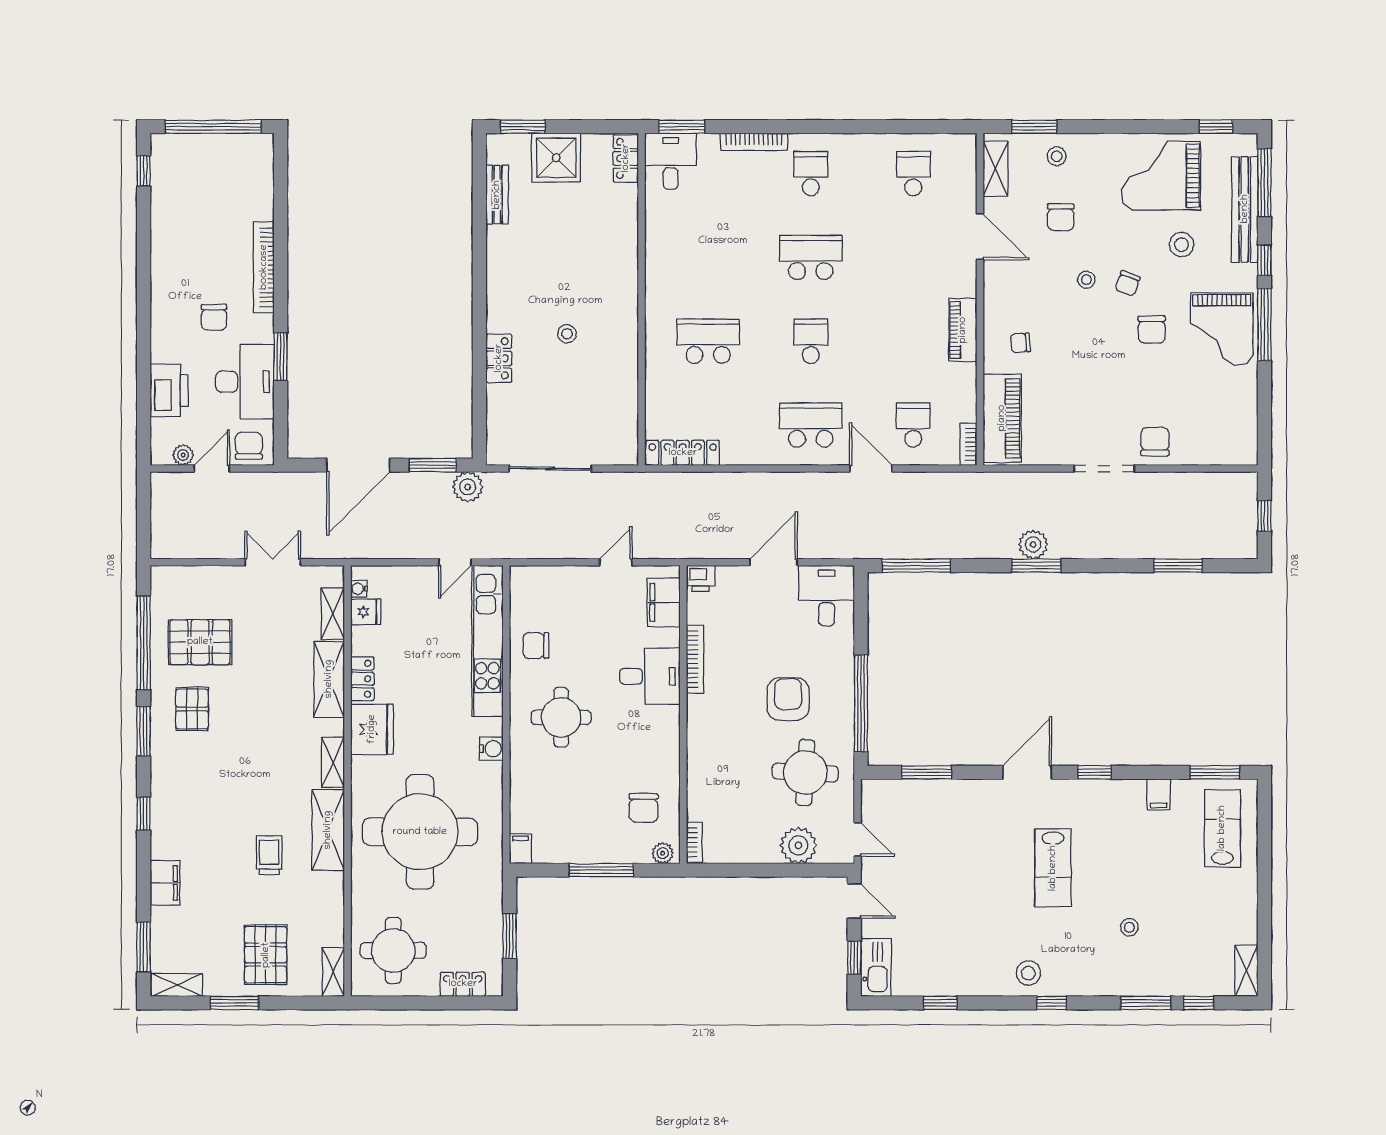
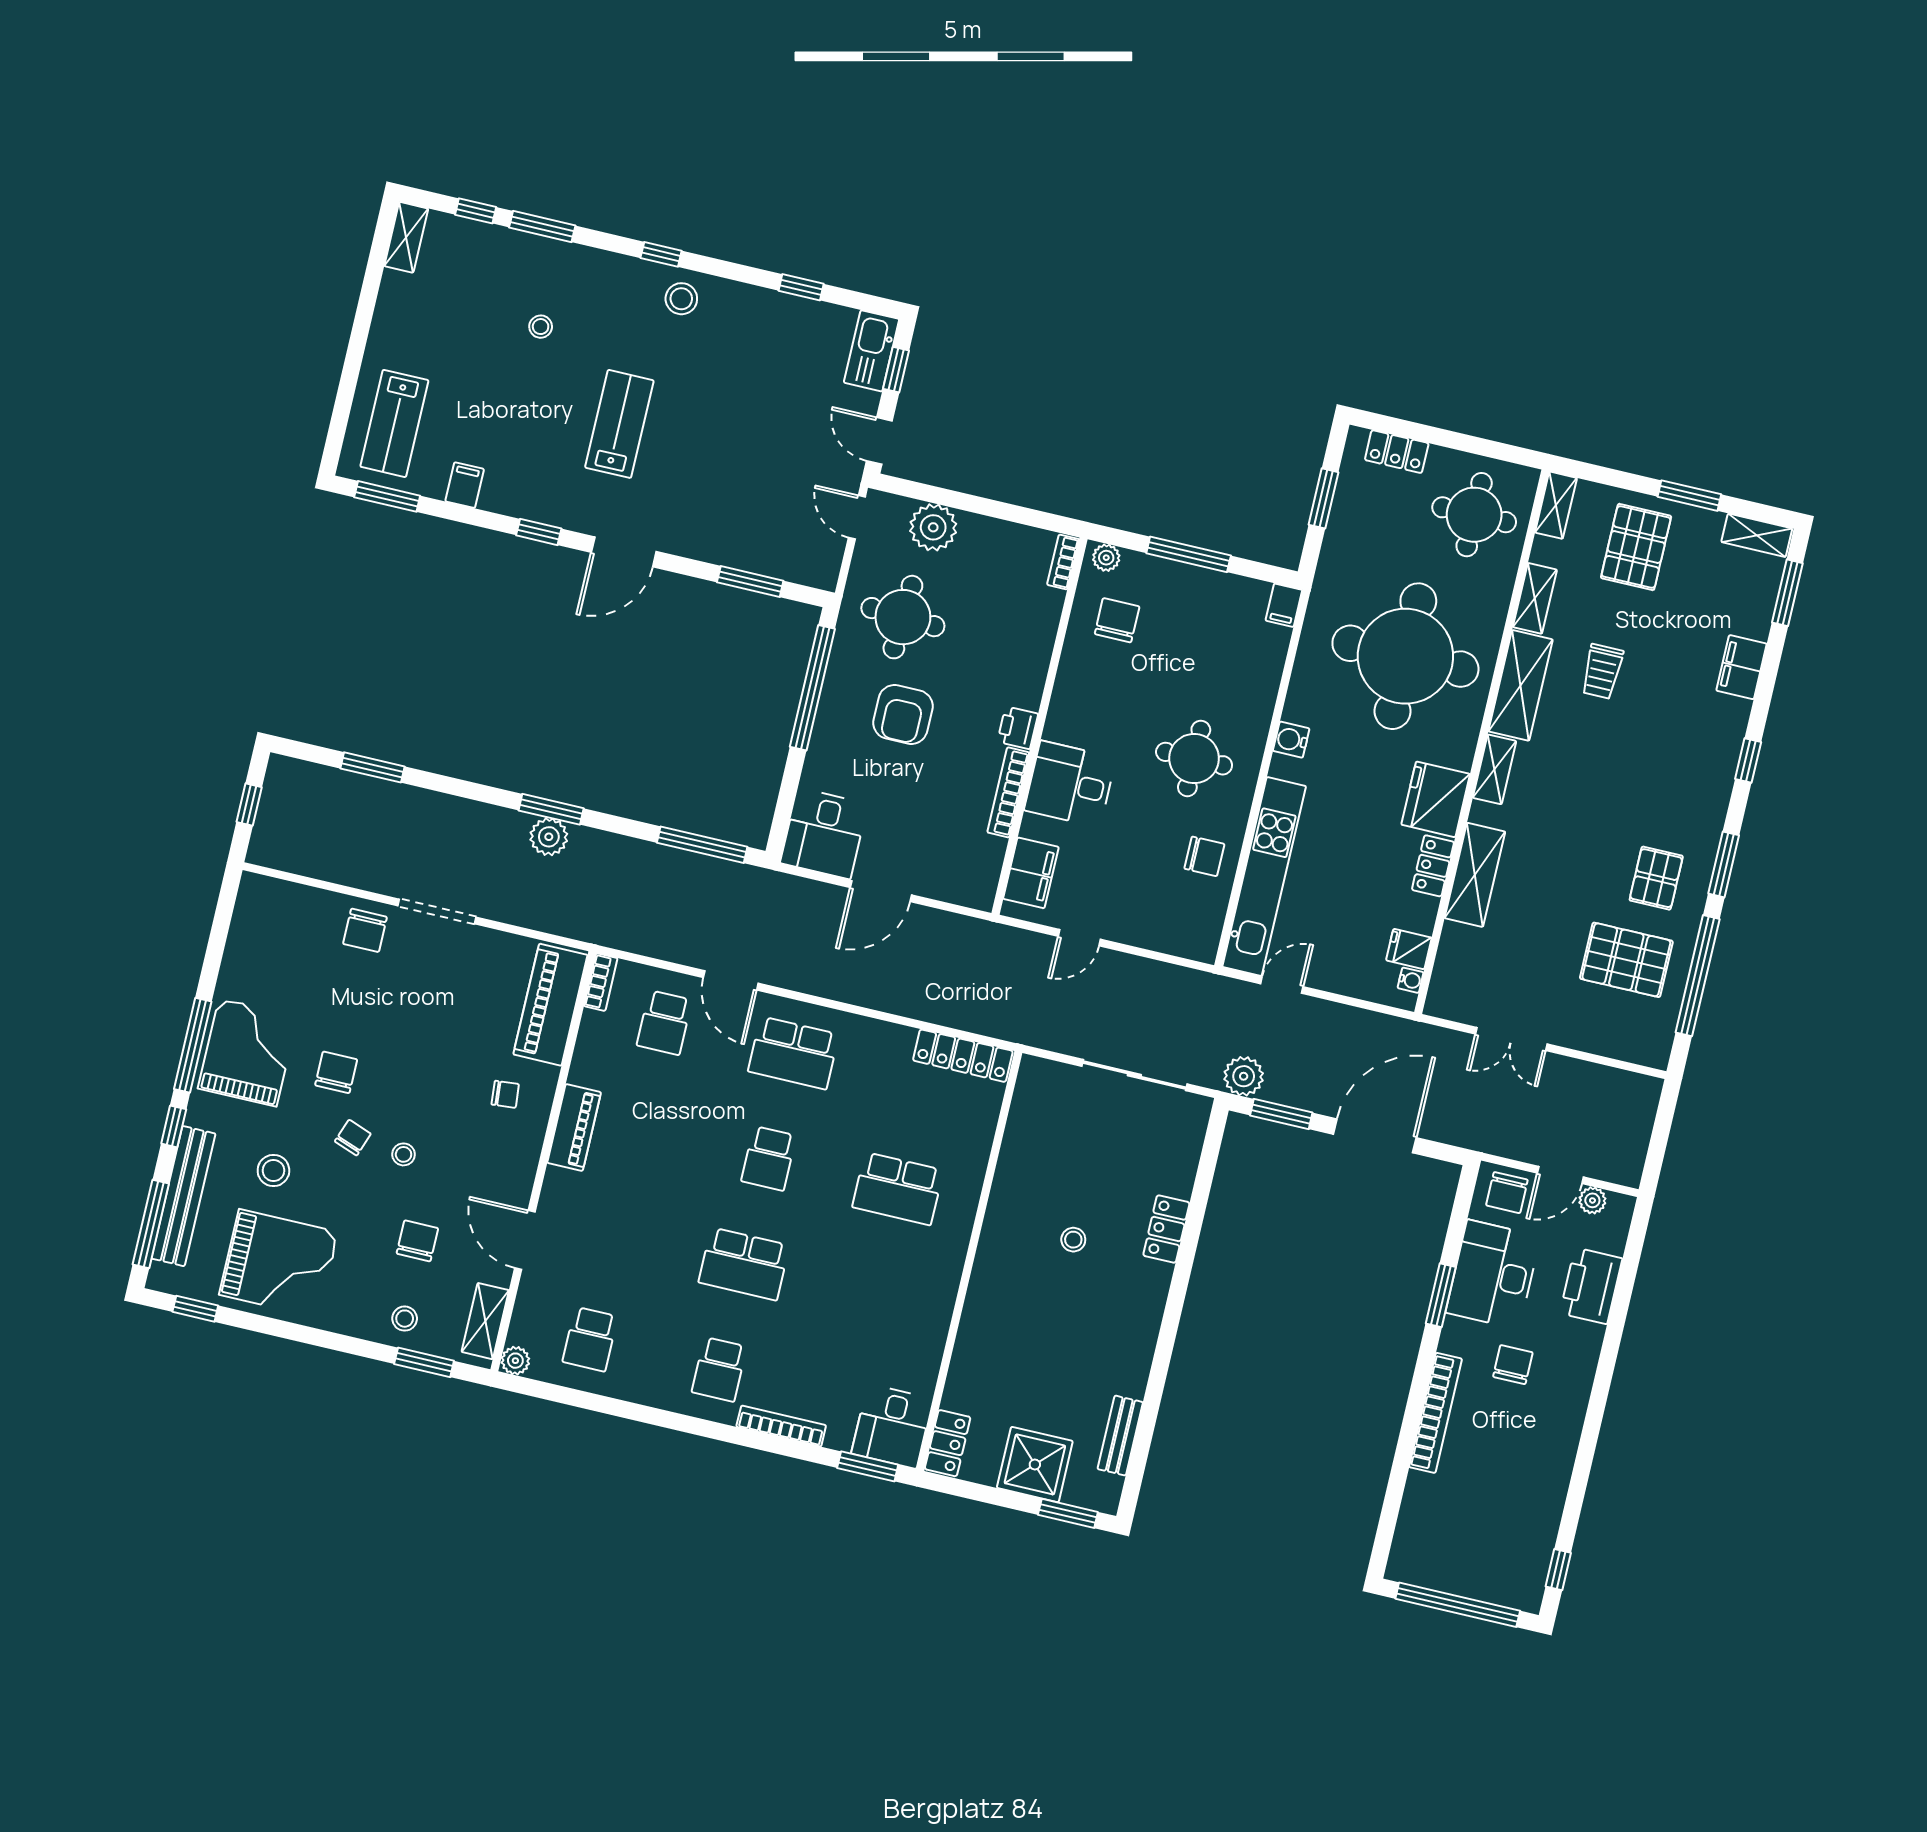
plant: (966, 144) -> (515, 1361), added
printer: (701, 578) -> (1018, 728), moved, turned -90
shelving: (333, 614) -> (1535, 598), moved

